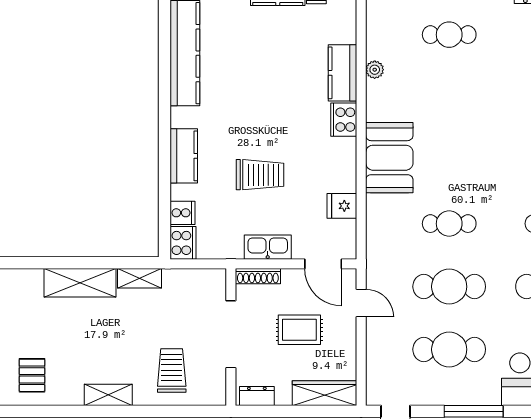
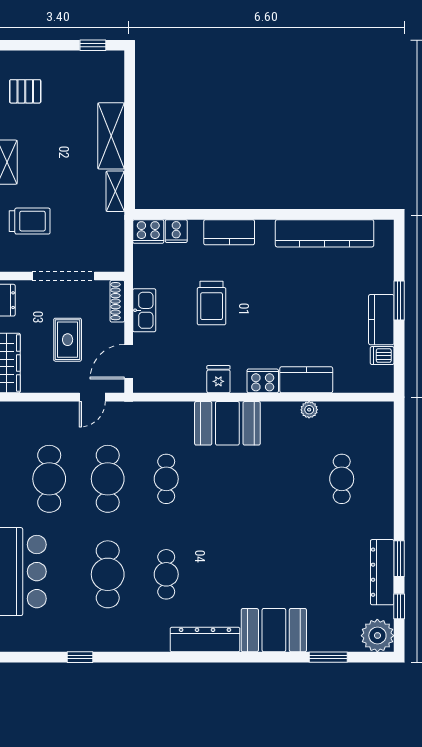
fridge: (342, 206) -> (218, 379), moved

